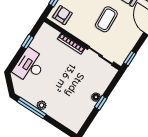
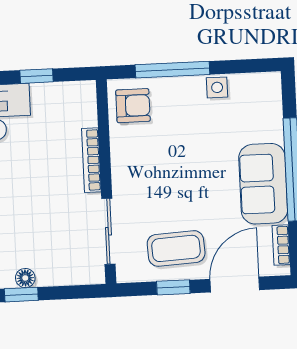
coffee table: (106, 19) -> (176, 248), moved
window: (130, 58) -> (173, 287), moved

